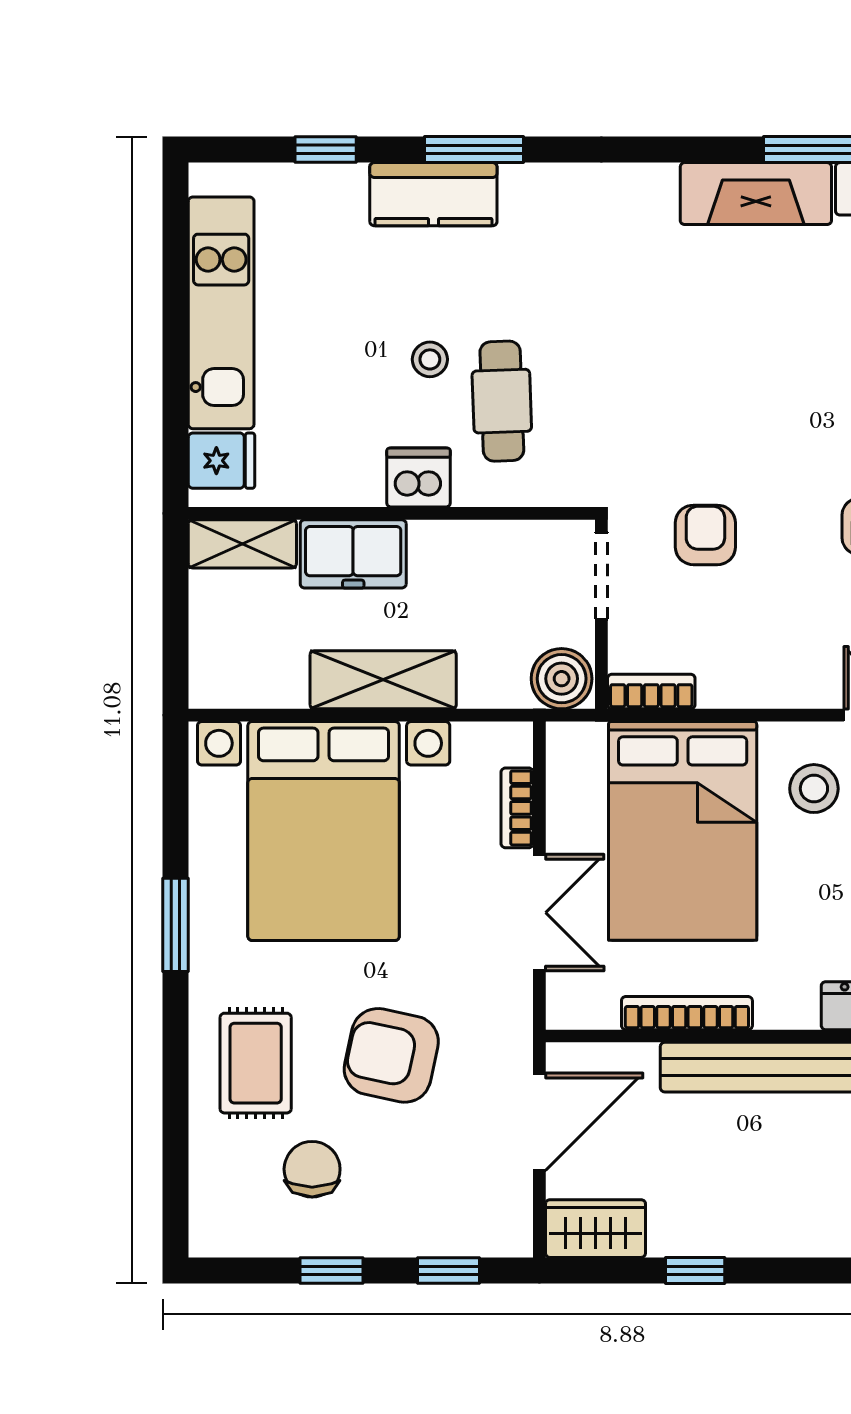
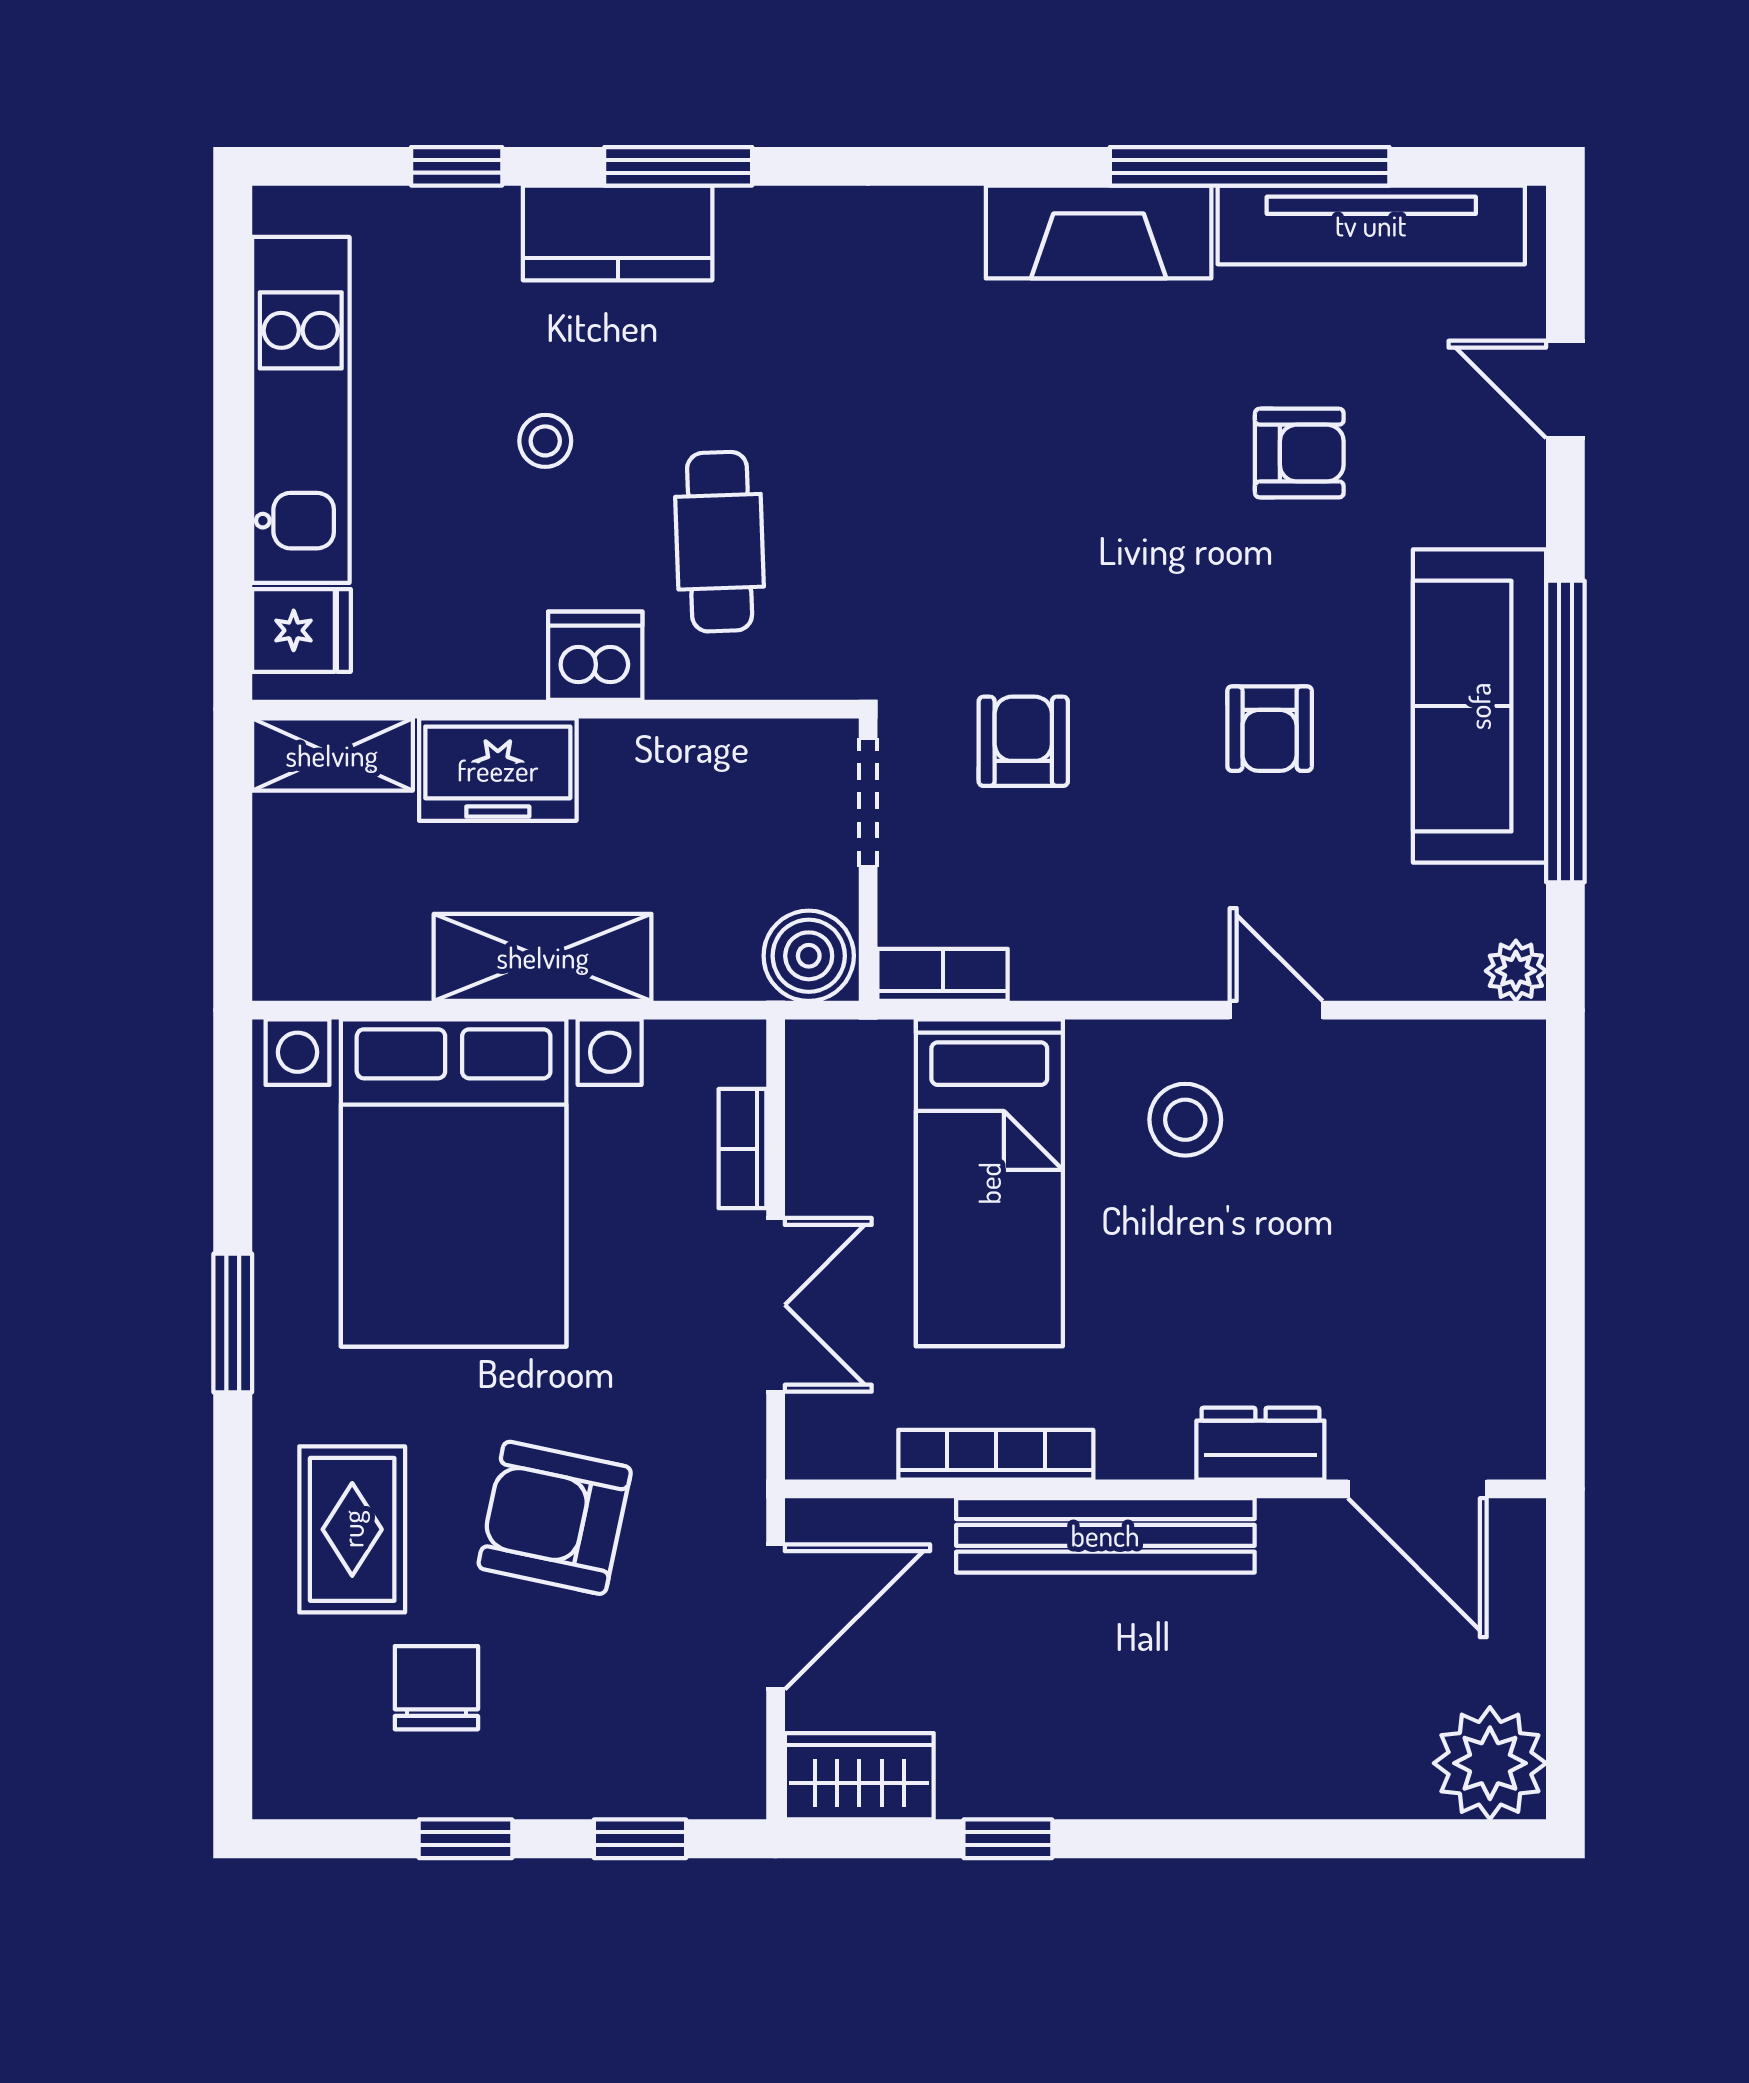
stool: (430, 359) -> (545, 441), moved
bed: (683, 831) -> (989, 1183), width x0.67

